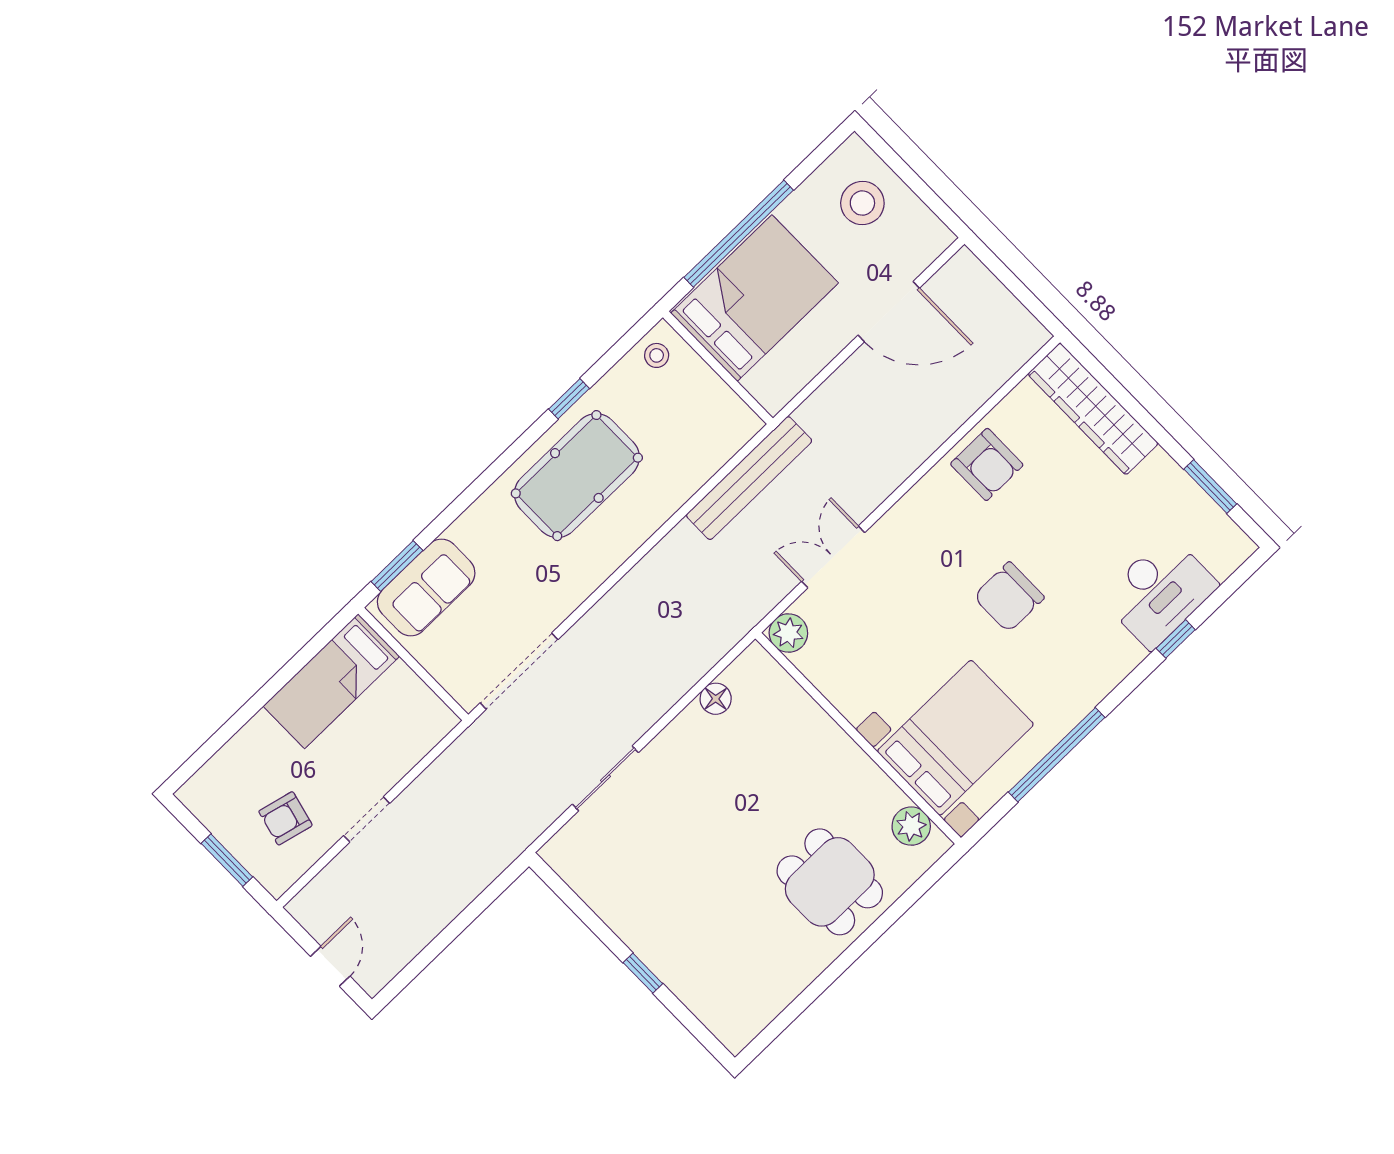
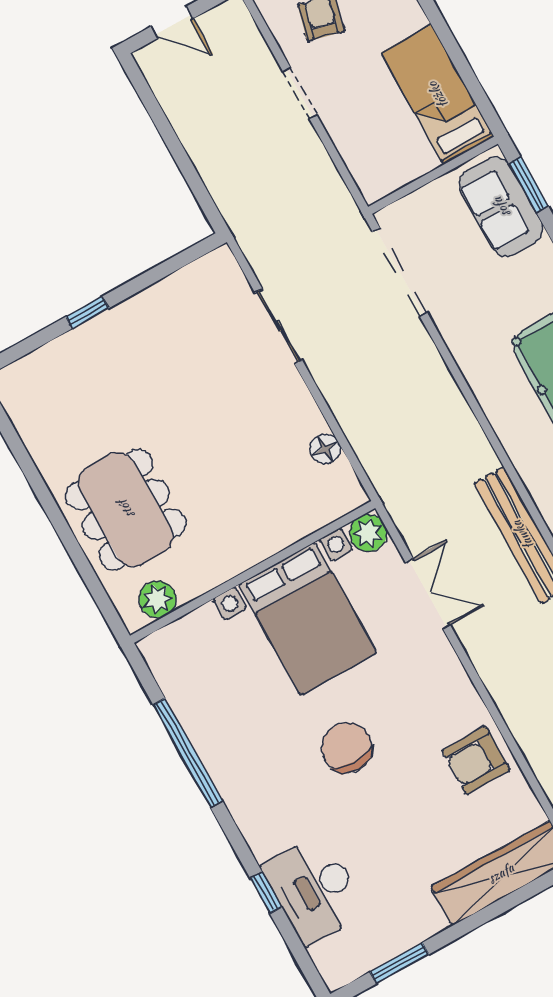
bed with nightstands: (955, 738) -> (308, 619), moved
dining table: (830, 882) -> (126, 509), width x1.38

